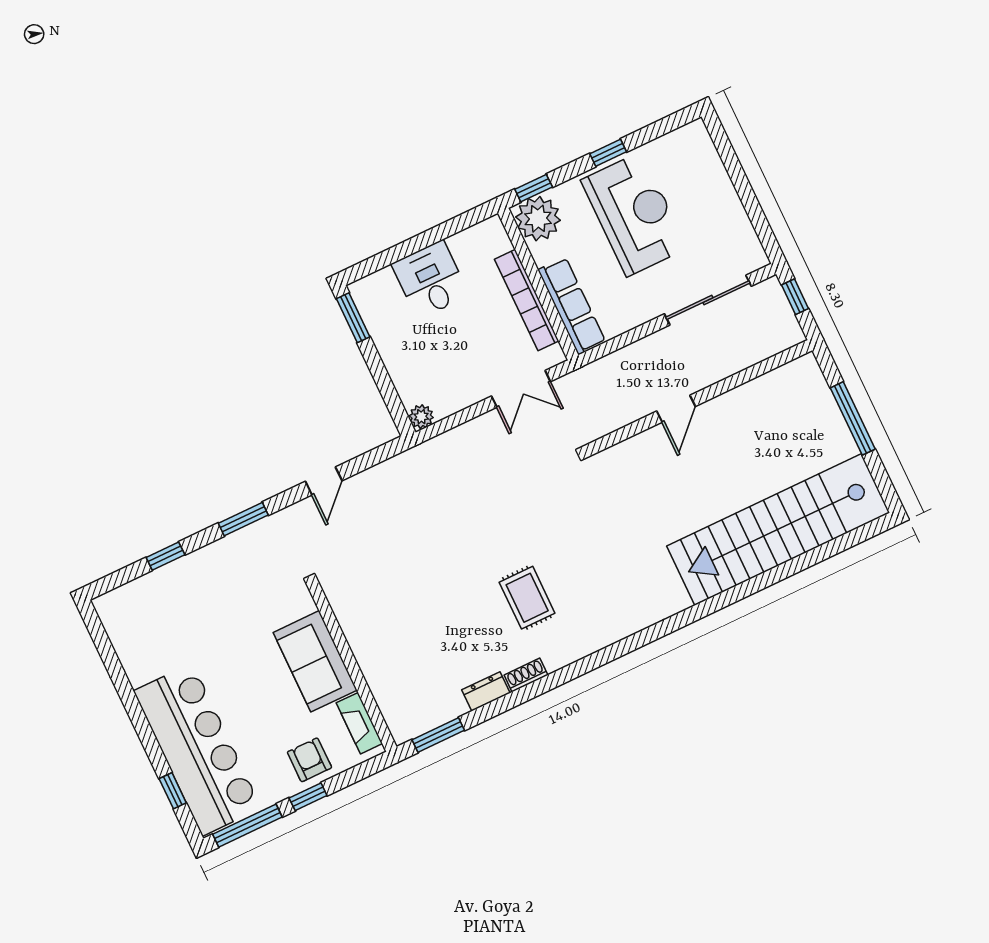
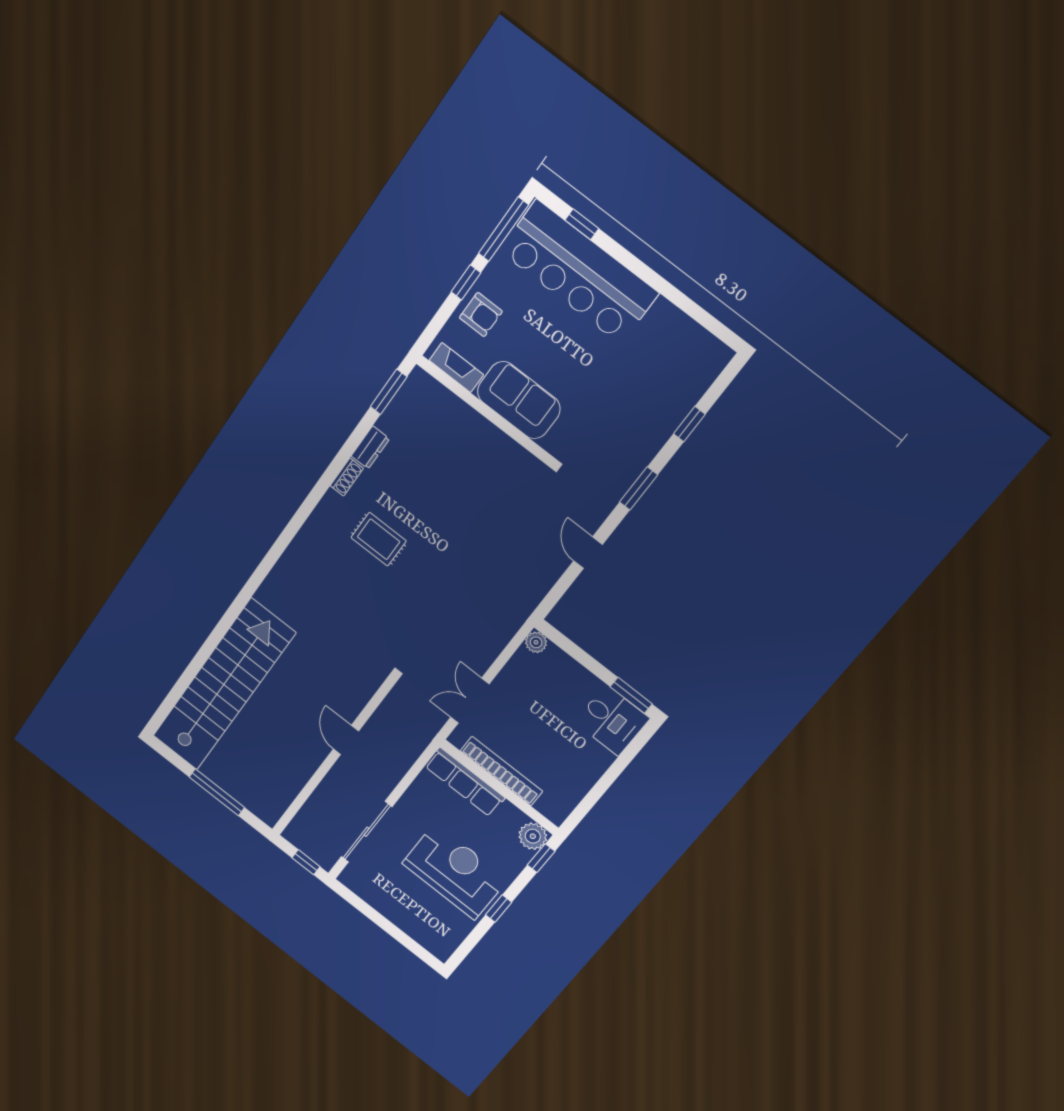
reception desk: (634, 214) -> (455, 871), turned 180
plant: (538, 219) -> (533, 836), width x0.73, depth x0.73
desk: (430, 280) -> (612, 720), moved

